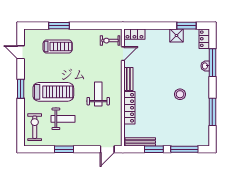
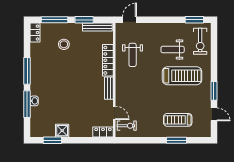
locker: (204, 39) -> (35, 33), moved
door: (123, 54) -> (114, 113), swing flipped
window: (21, 89) -> (214, 91), moved
treadmill: (53, 92) -> (182, 76), turned 180
weight bench: (98, 94) -> (133, 55), moved
stool: (180, 94) -> (64, 44), moved
window: (212, 112) -> (27, 71), moved
window: (64, 149) -> (194, 20), moved

